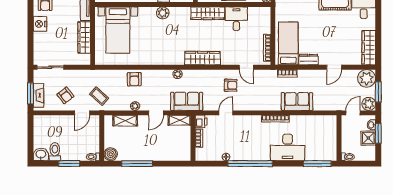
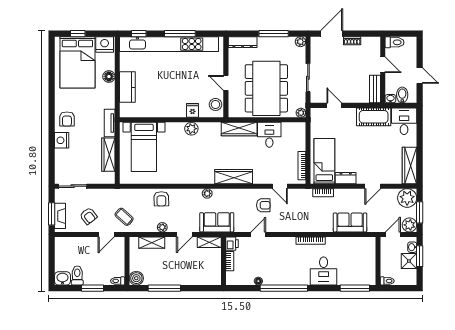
sofa: (297, 102) -> (350, 222), moved
desk: (288, 147) -> (324, 271), width x0.73

